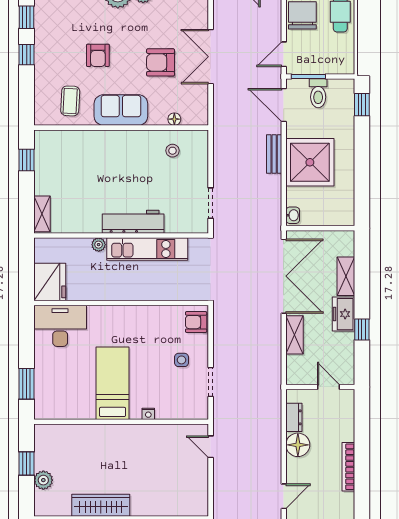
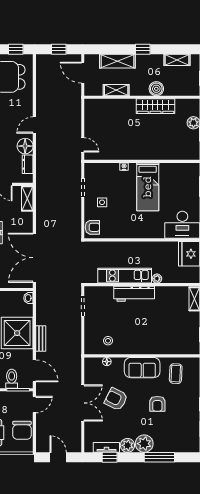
armchair: (98, 55) -> (157, 404), turned 180
armchair: (161, 62) -> (116, 399), turned -153
shelving: (295, 335) -> (27, 198), moved
door: (284, 496) -> (34, 125), moved

